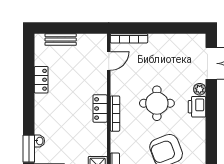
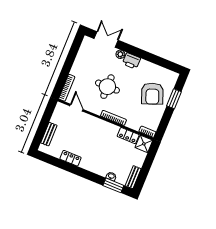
round table: (157, 103) -> (107, 87), moved
locker: (100, 109) -> (128, 136), moved

